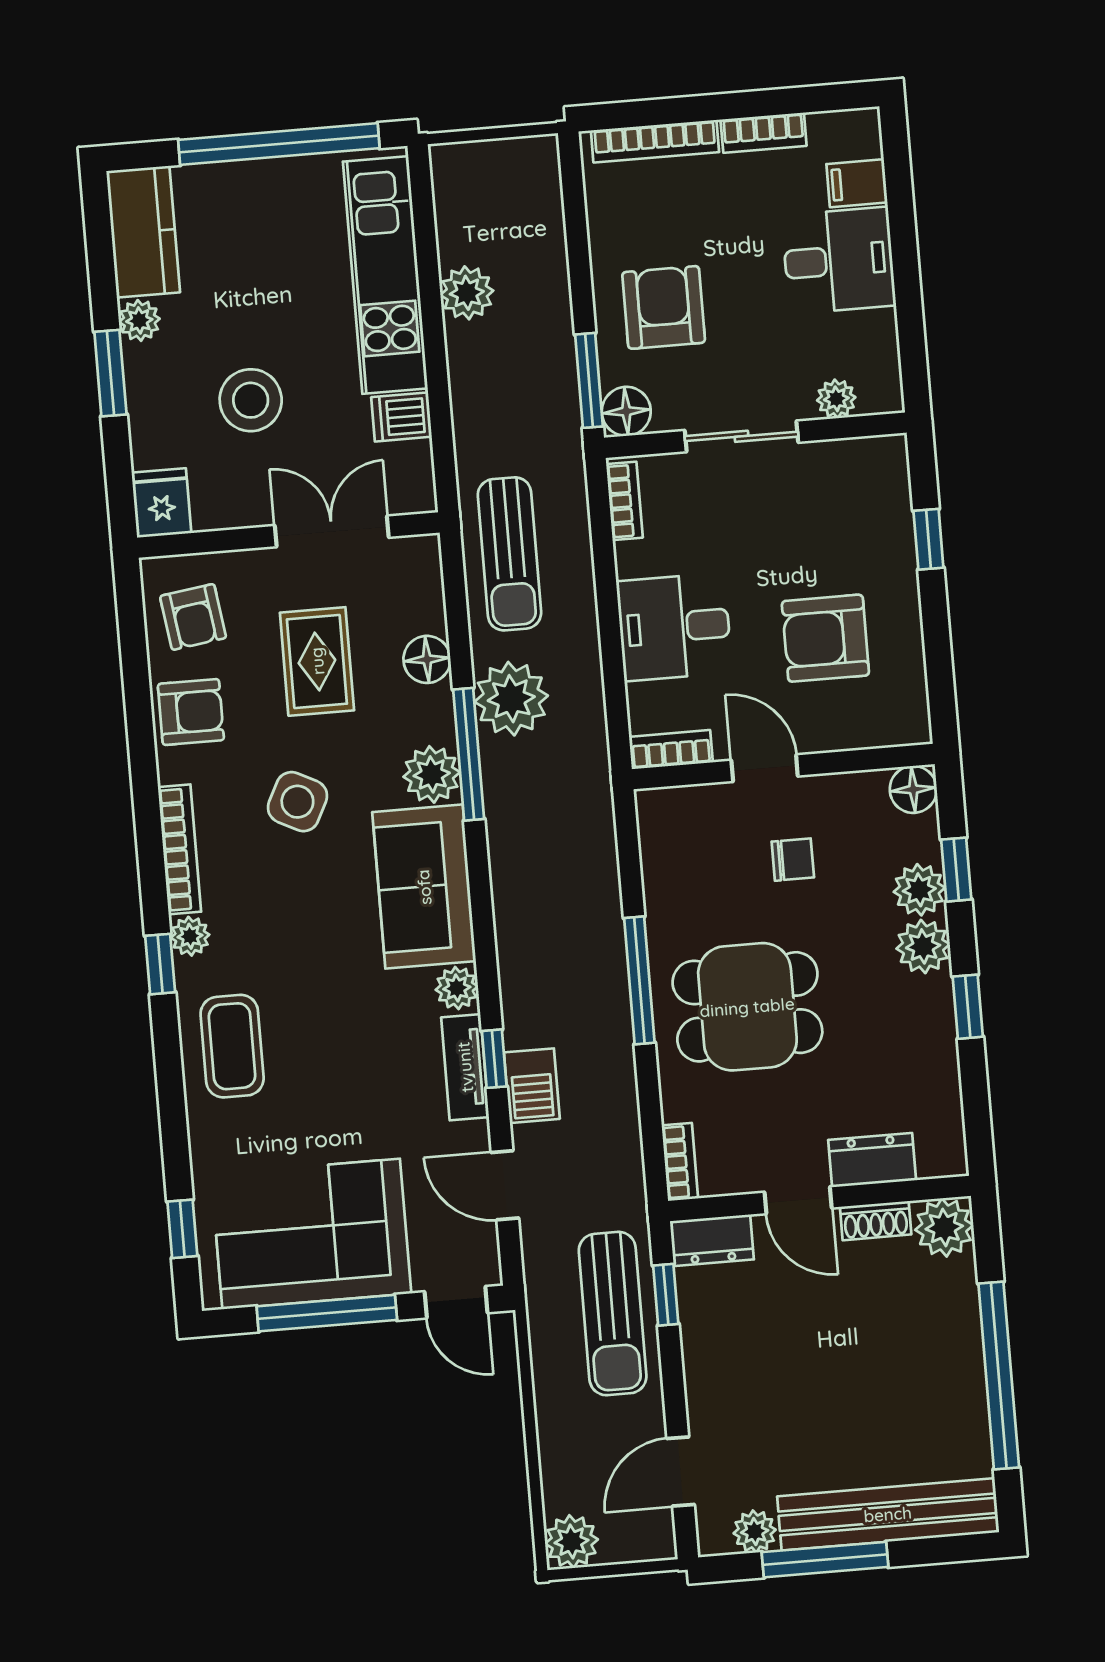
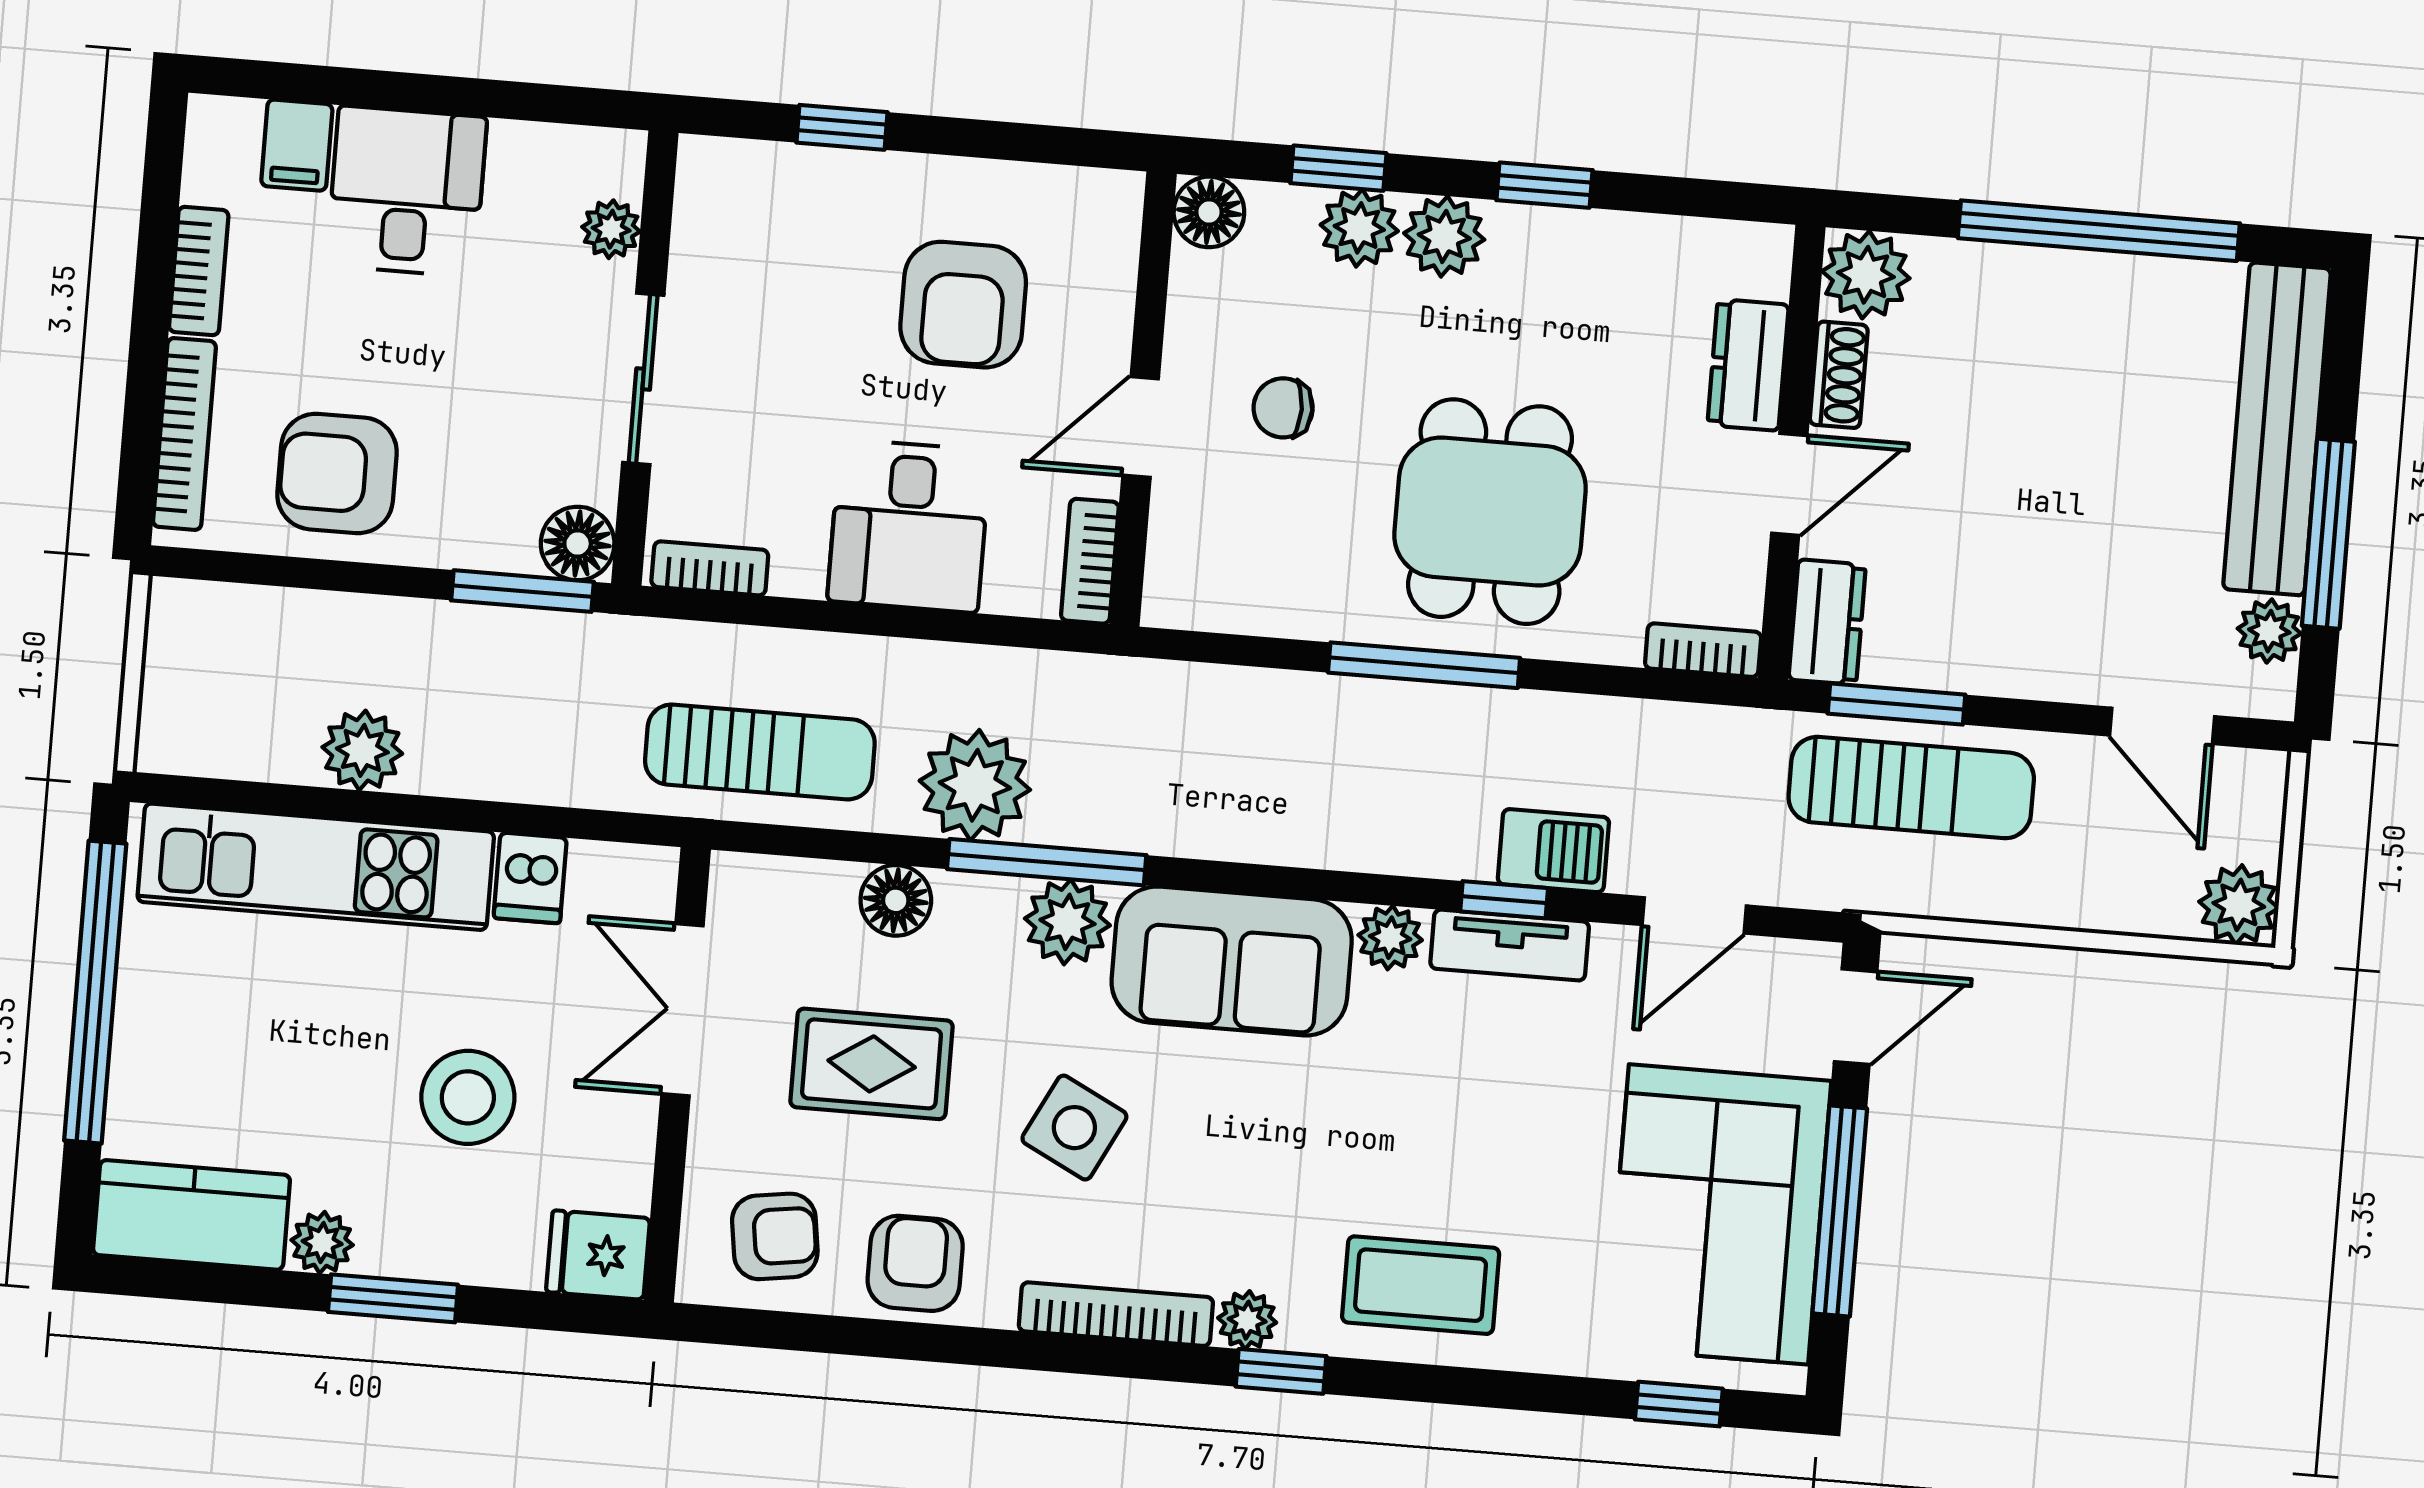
armchair: (664, 307) -> (337, 473), moved
chair: (793, 860) -> (1283, 408), turned -90
window: (666, 1295) -> (1896, 704), width x1.50

